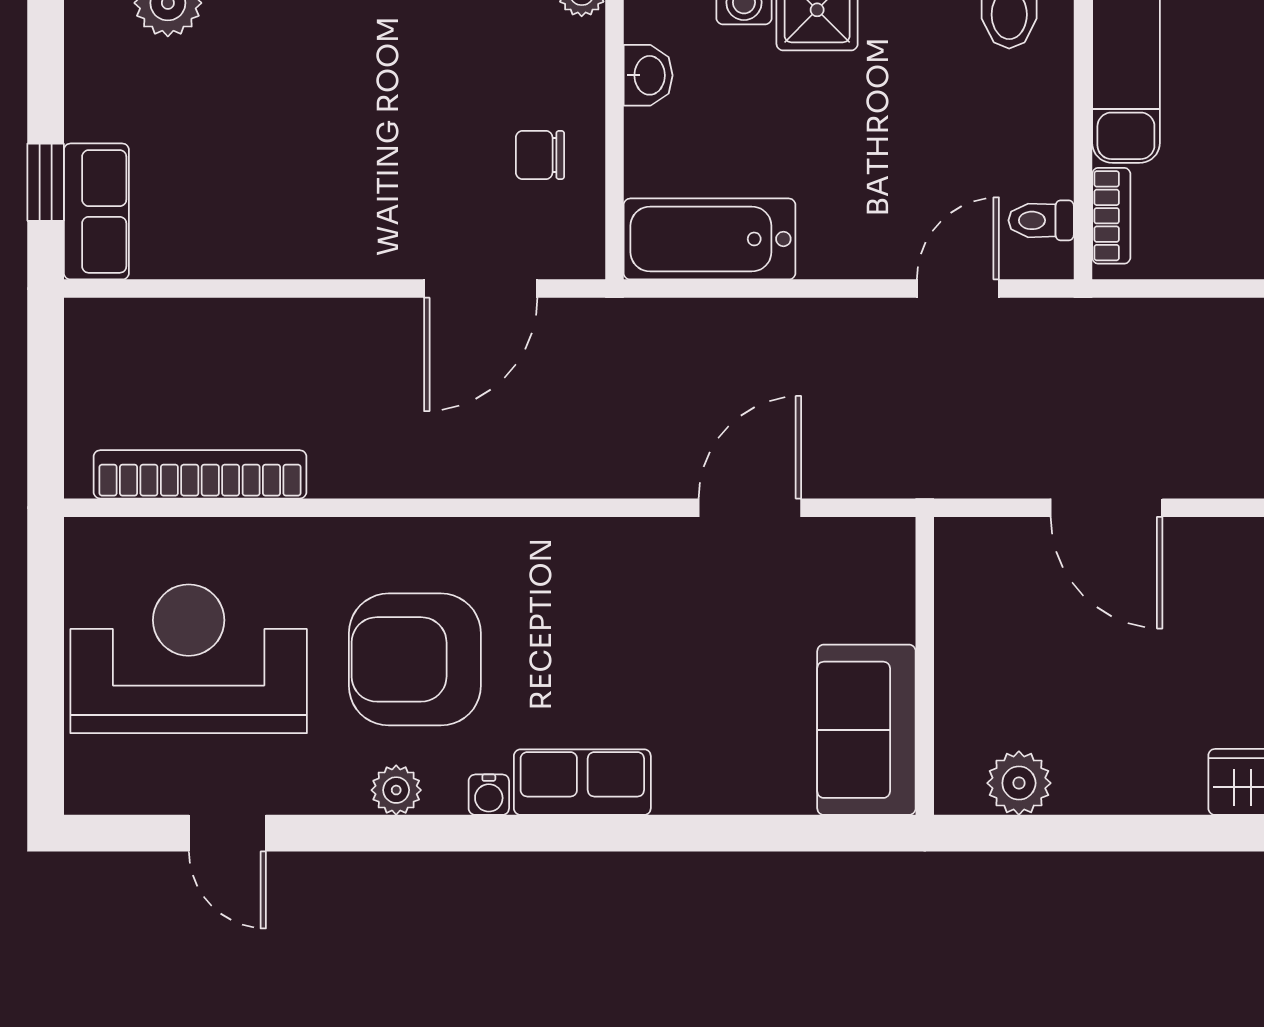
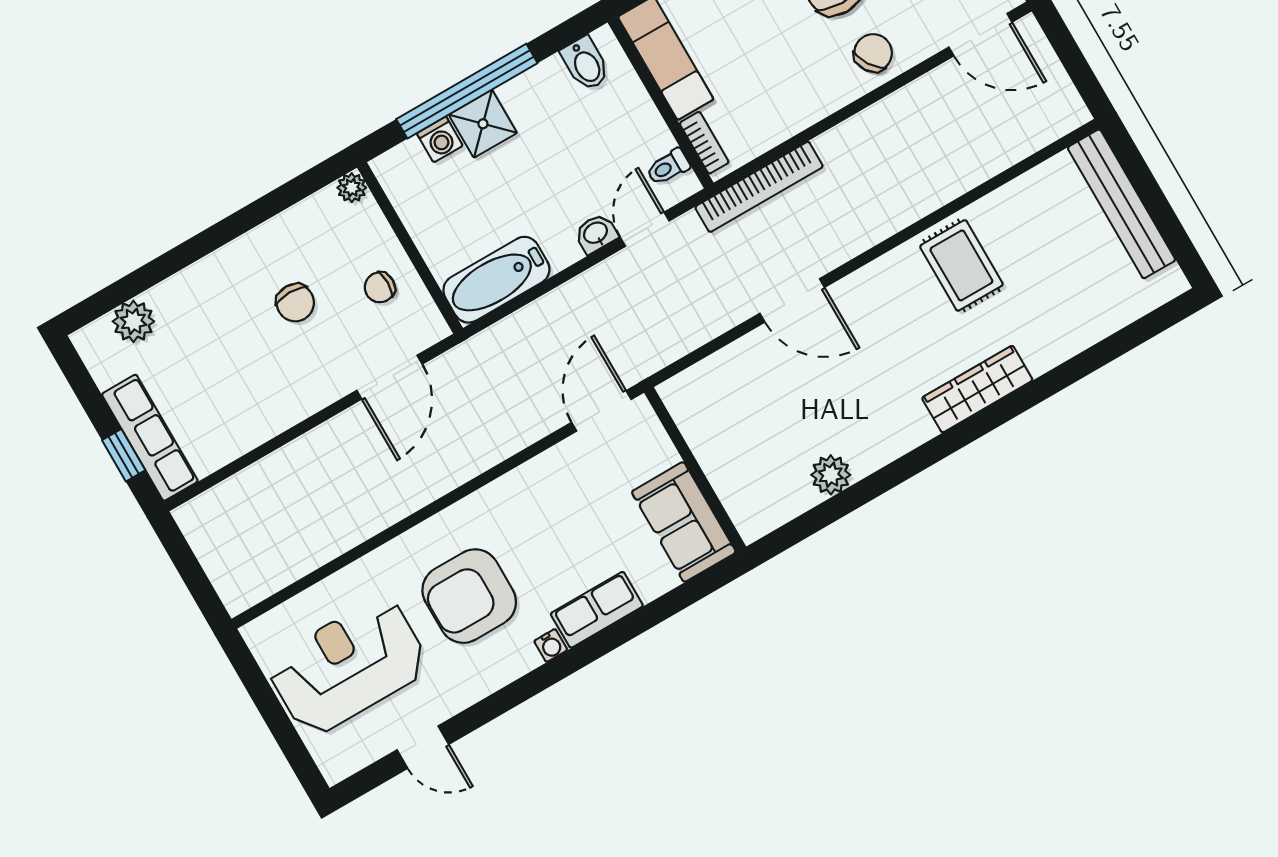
washbasin: (648, 75) -> (596, 233), moved, turned -90
chair: (409, 108) -> (295, 303), added
row of seats: (96, 211) -> (150, 438), width x1.48
bookcase: (200, 474) -> (759, 187), moved, turned 180
wall: (925, 666) -> (695, 470), moved
sofa: (866, 730) -> (684, 522), moved
plant: (396, 790) -> (500, 672), removed

